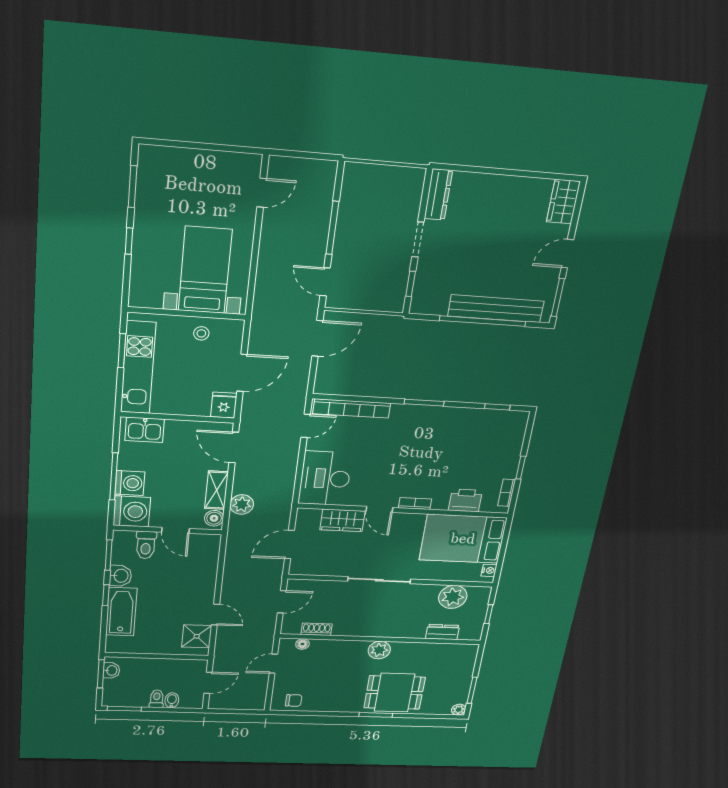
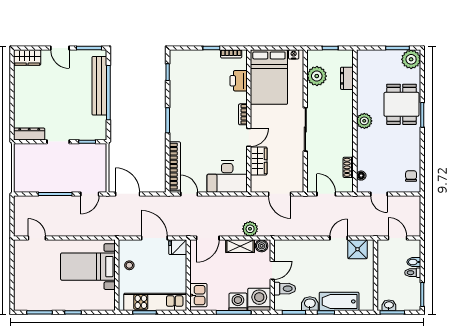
plant: (459, 710) -> (411, 59), width x1.88, depth x1.88

